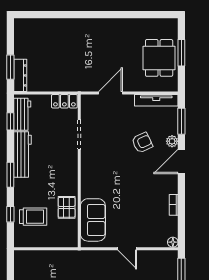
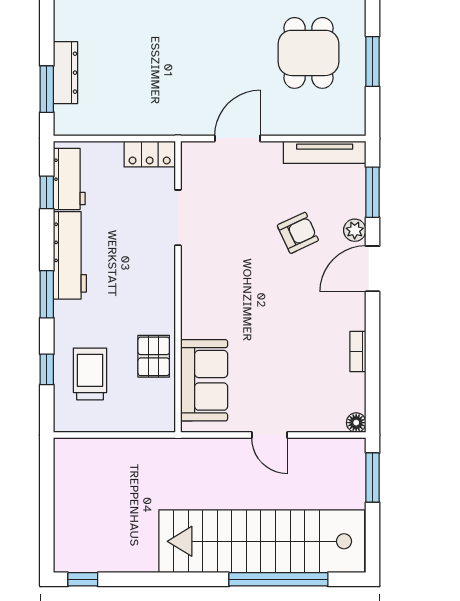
dining table: (159, 58) -> (308, 53), moved
dresser: (20, 75) -> (66, 73), moved
trolley: (33, 217) -> (90, 374), turned -90

